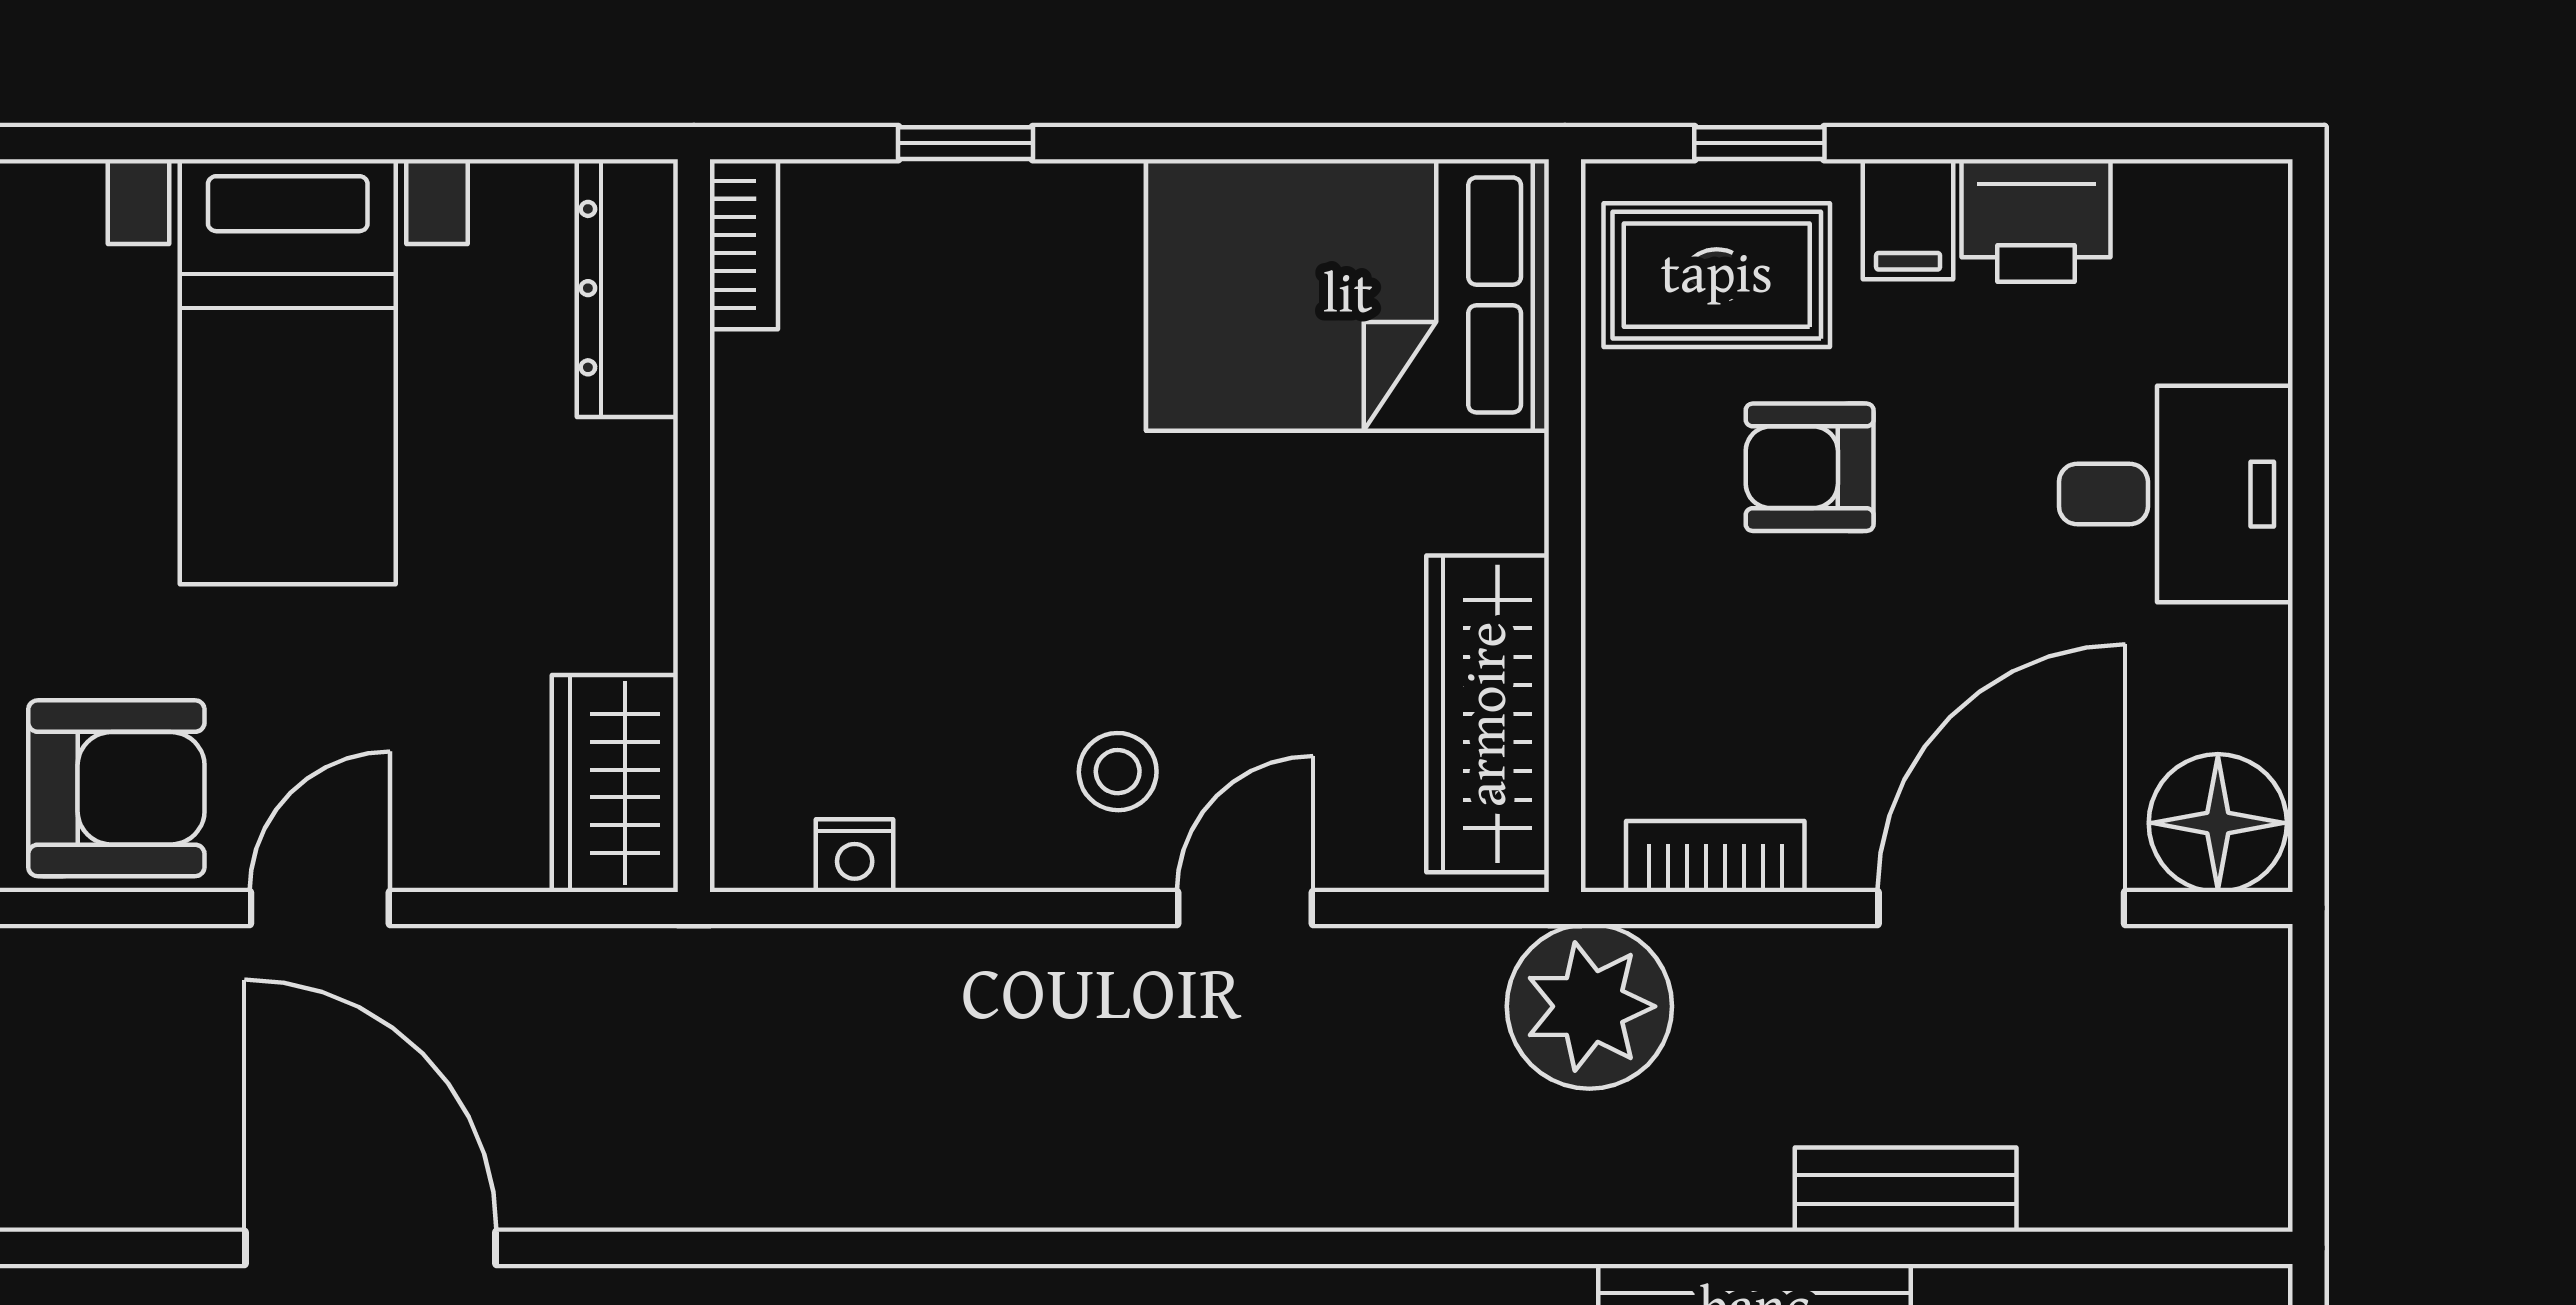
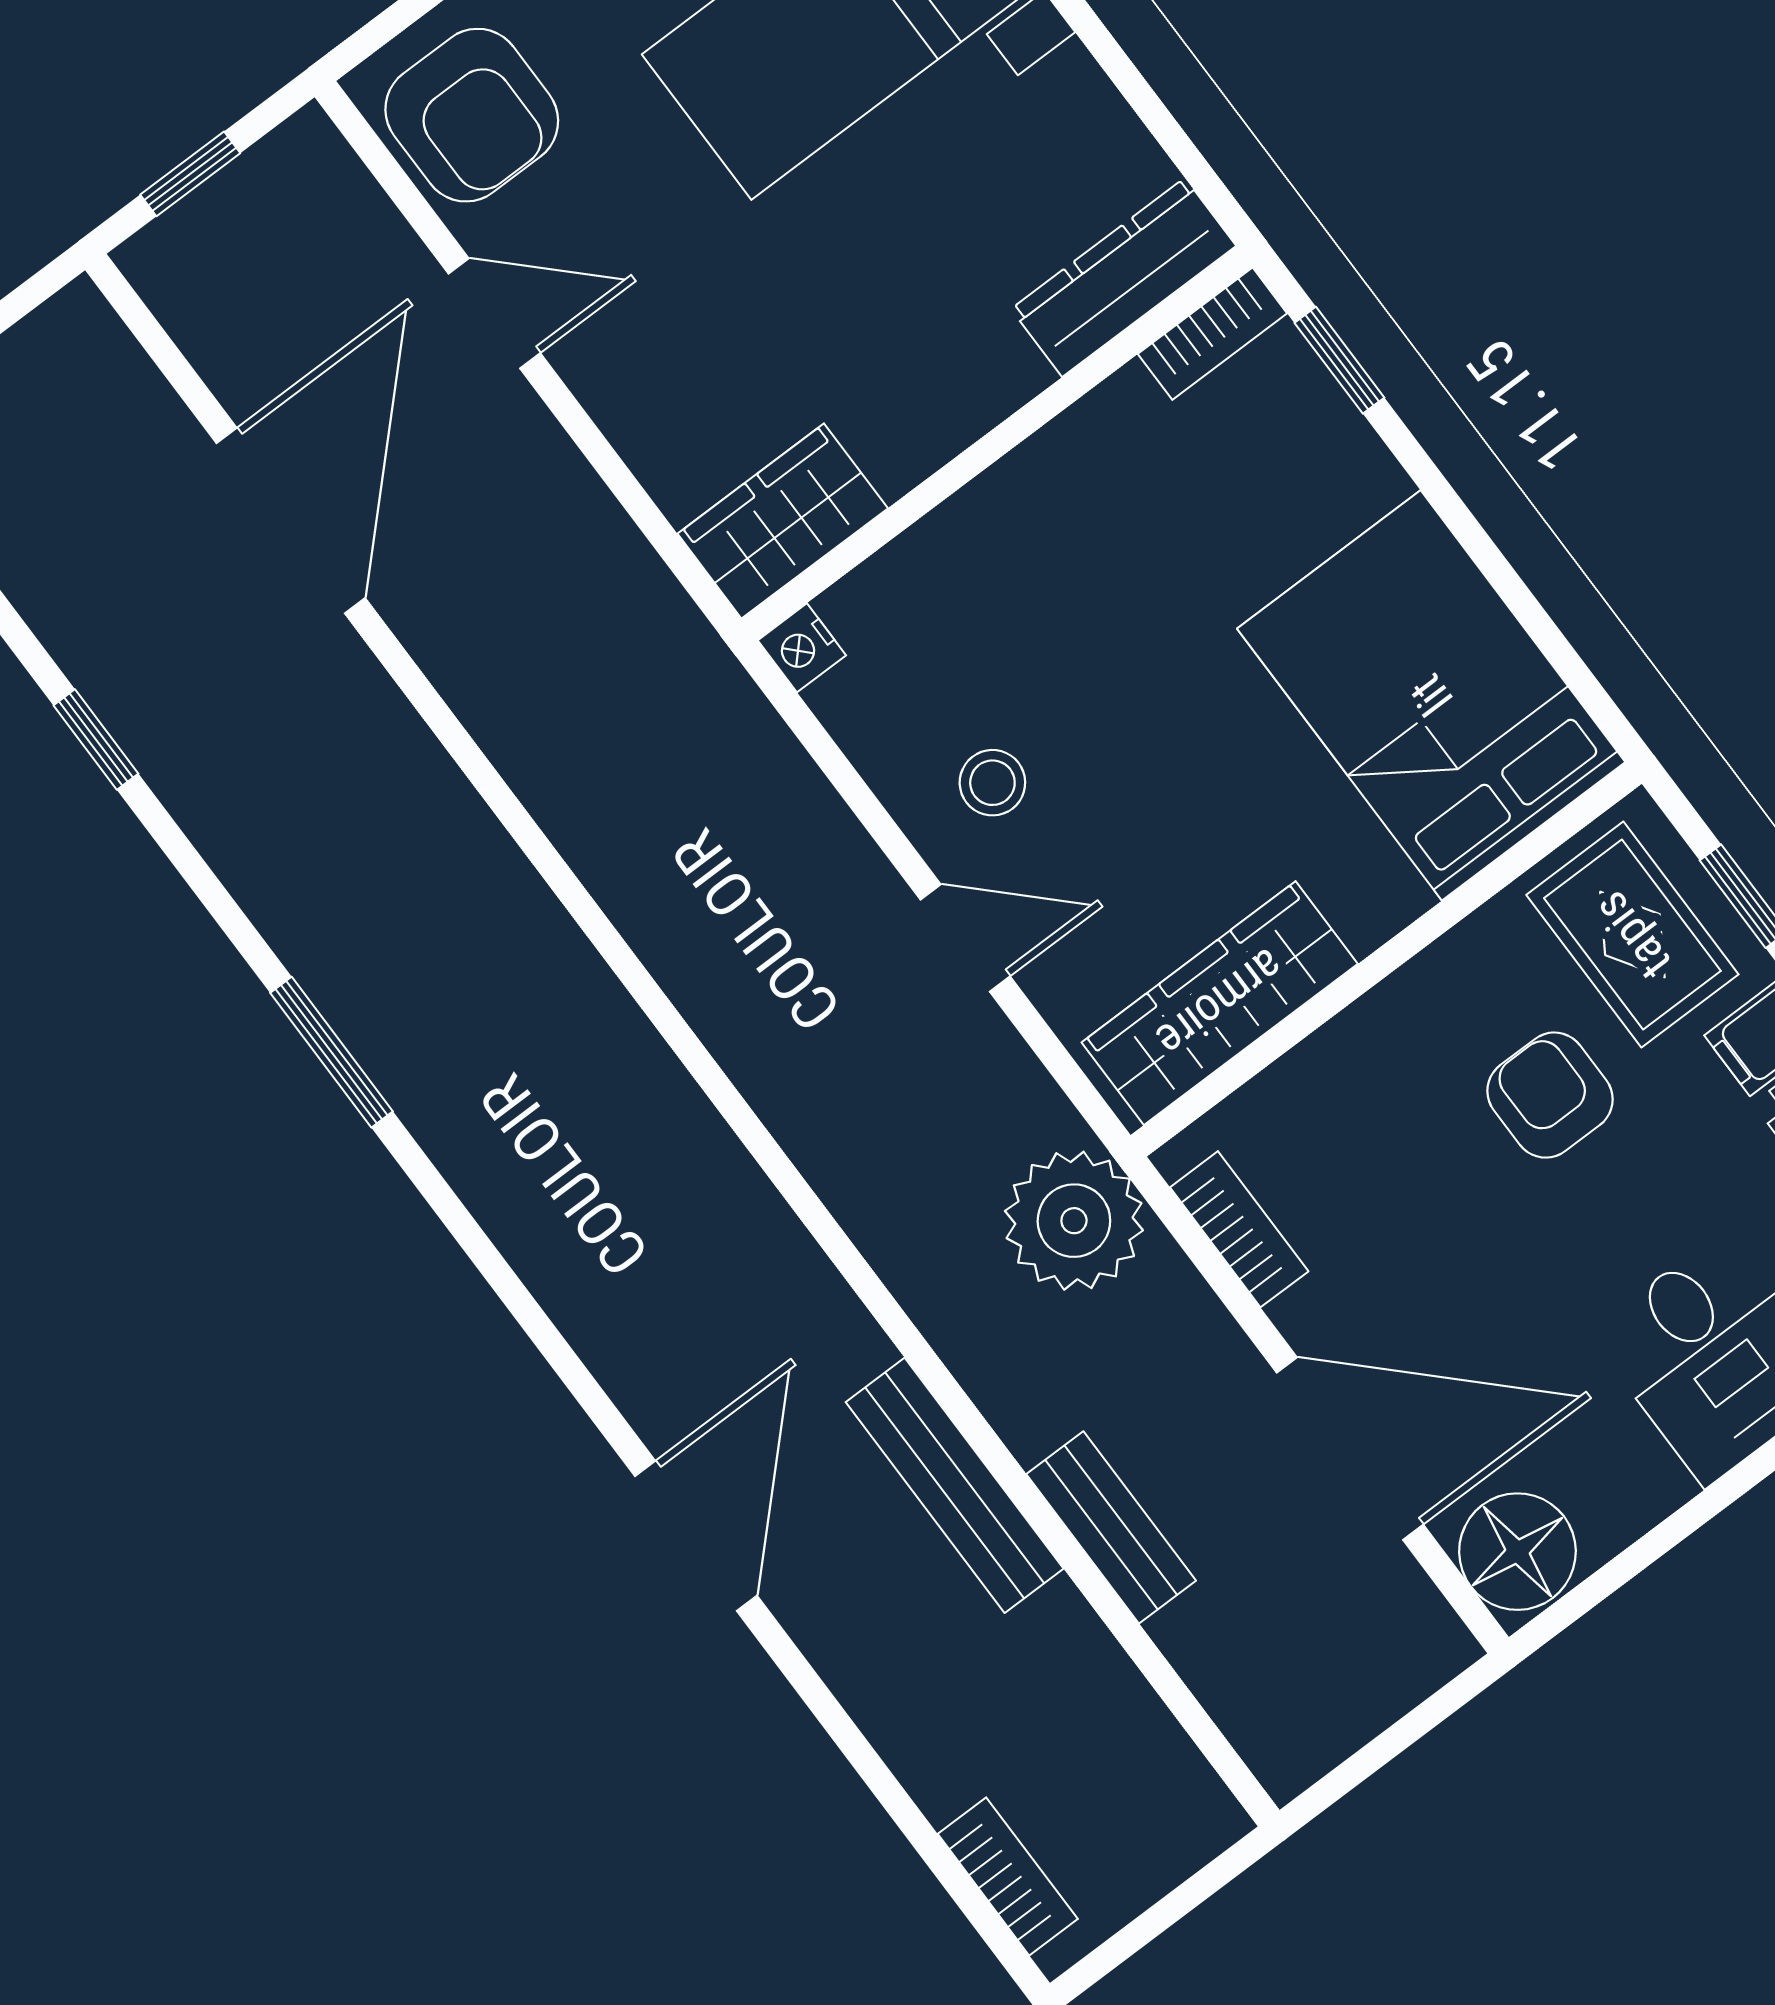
bookcase: (744, 244) -> (1212, 334), moved
dresser: (627, 288) -> (1123, 277), moved
wall: (694, 526) -> (997, 443), moved
wardrobe: (615, 783) -> (783, 521), moved

